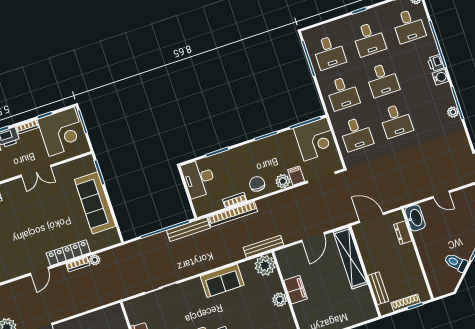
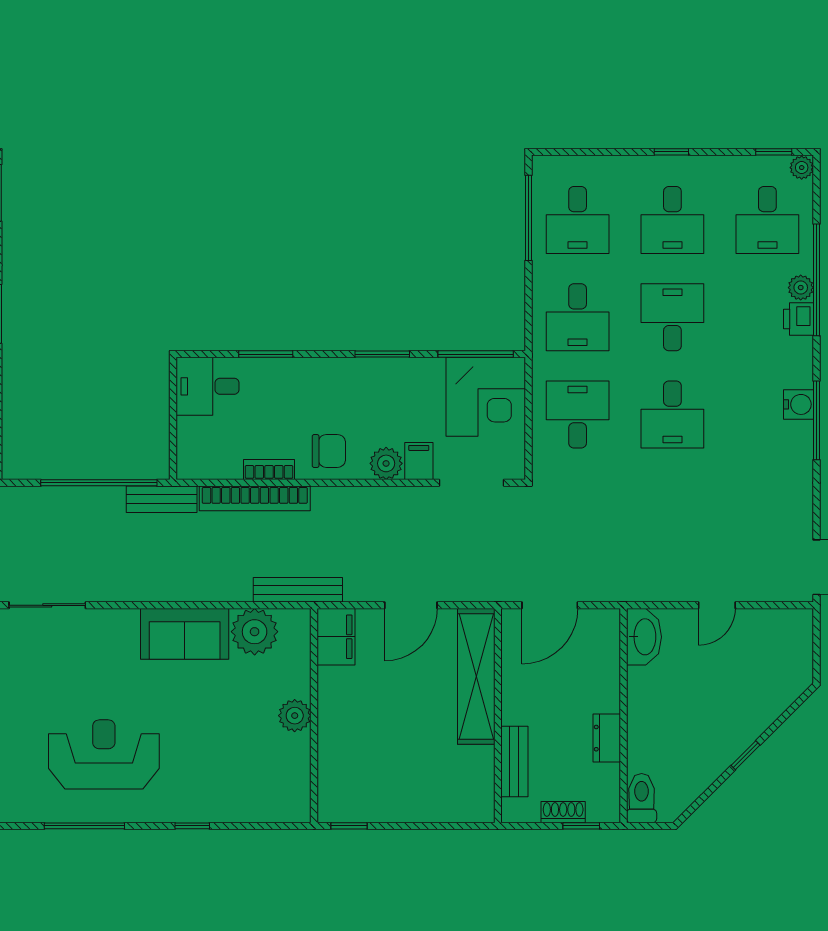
water cooler: (440, 77) -> (799, 404), moved
desk: (383, 80) -> (672, 317), turned 180
plant: (453, 112) -> (801, 288), moved
desk: (356, 134) -> (578, 415), turned 180
desk: (199, 178) -> (208, 386), width x0.73
chair: (257, 184) -> (329, 451), turned 90
door: (441, 195) -> (717, 605), hinge flipped
door: (371, 218) -> (550, 605), swing flipped
bench: (188, 229) -> (162, 499), width x0.73
dresser: (403, 233) -> (607, 738), moved
toilet: (456, 263) -> (642, 798), moved, turned 45
plant: (265, 265) -> (255, 632), moved
filing cabinet: (296, 290) -> (336, 637), moved
shoe rack: (406, 303) -> (563, 812), width x0.70

